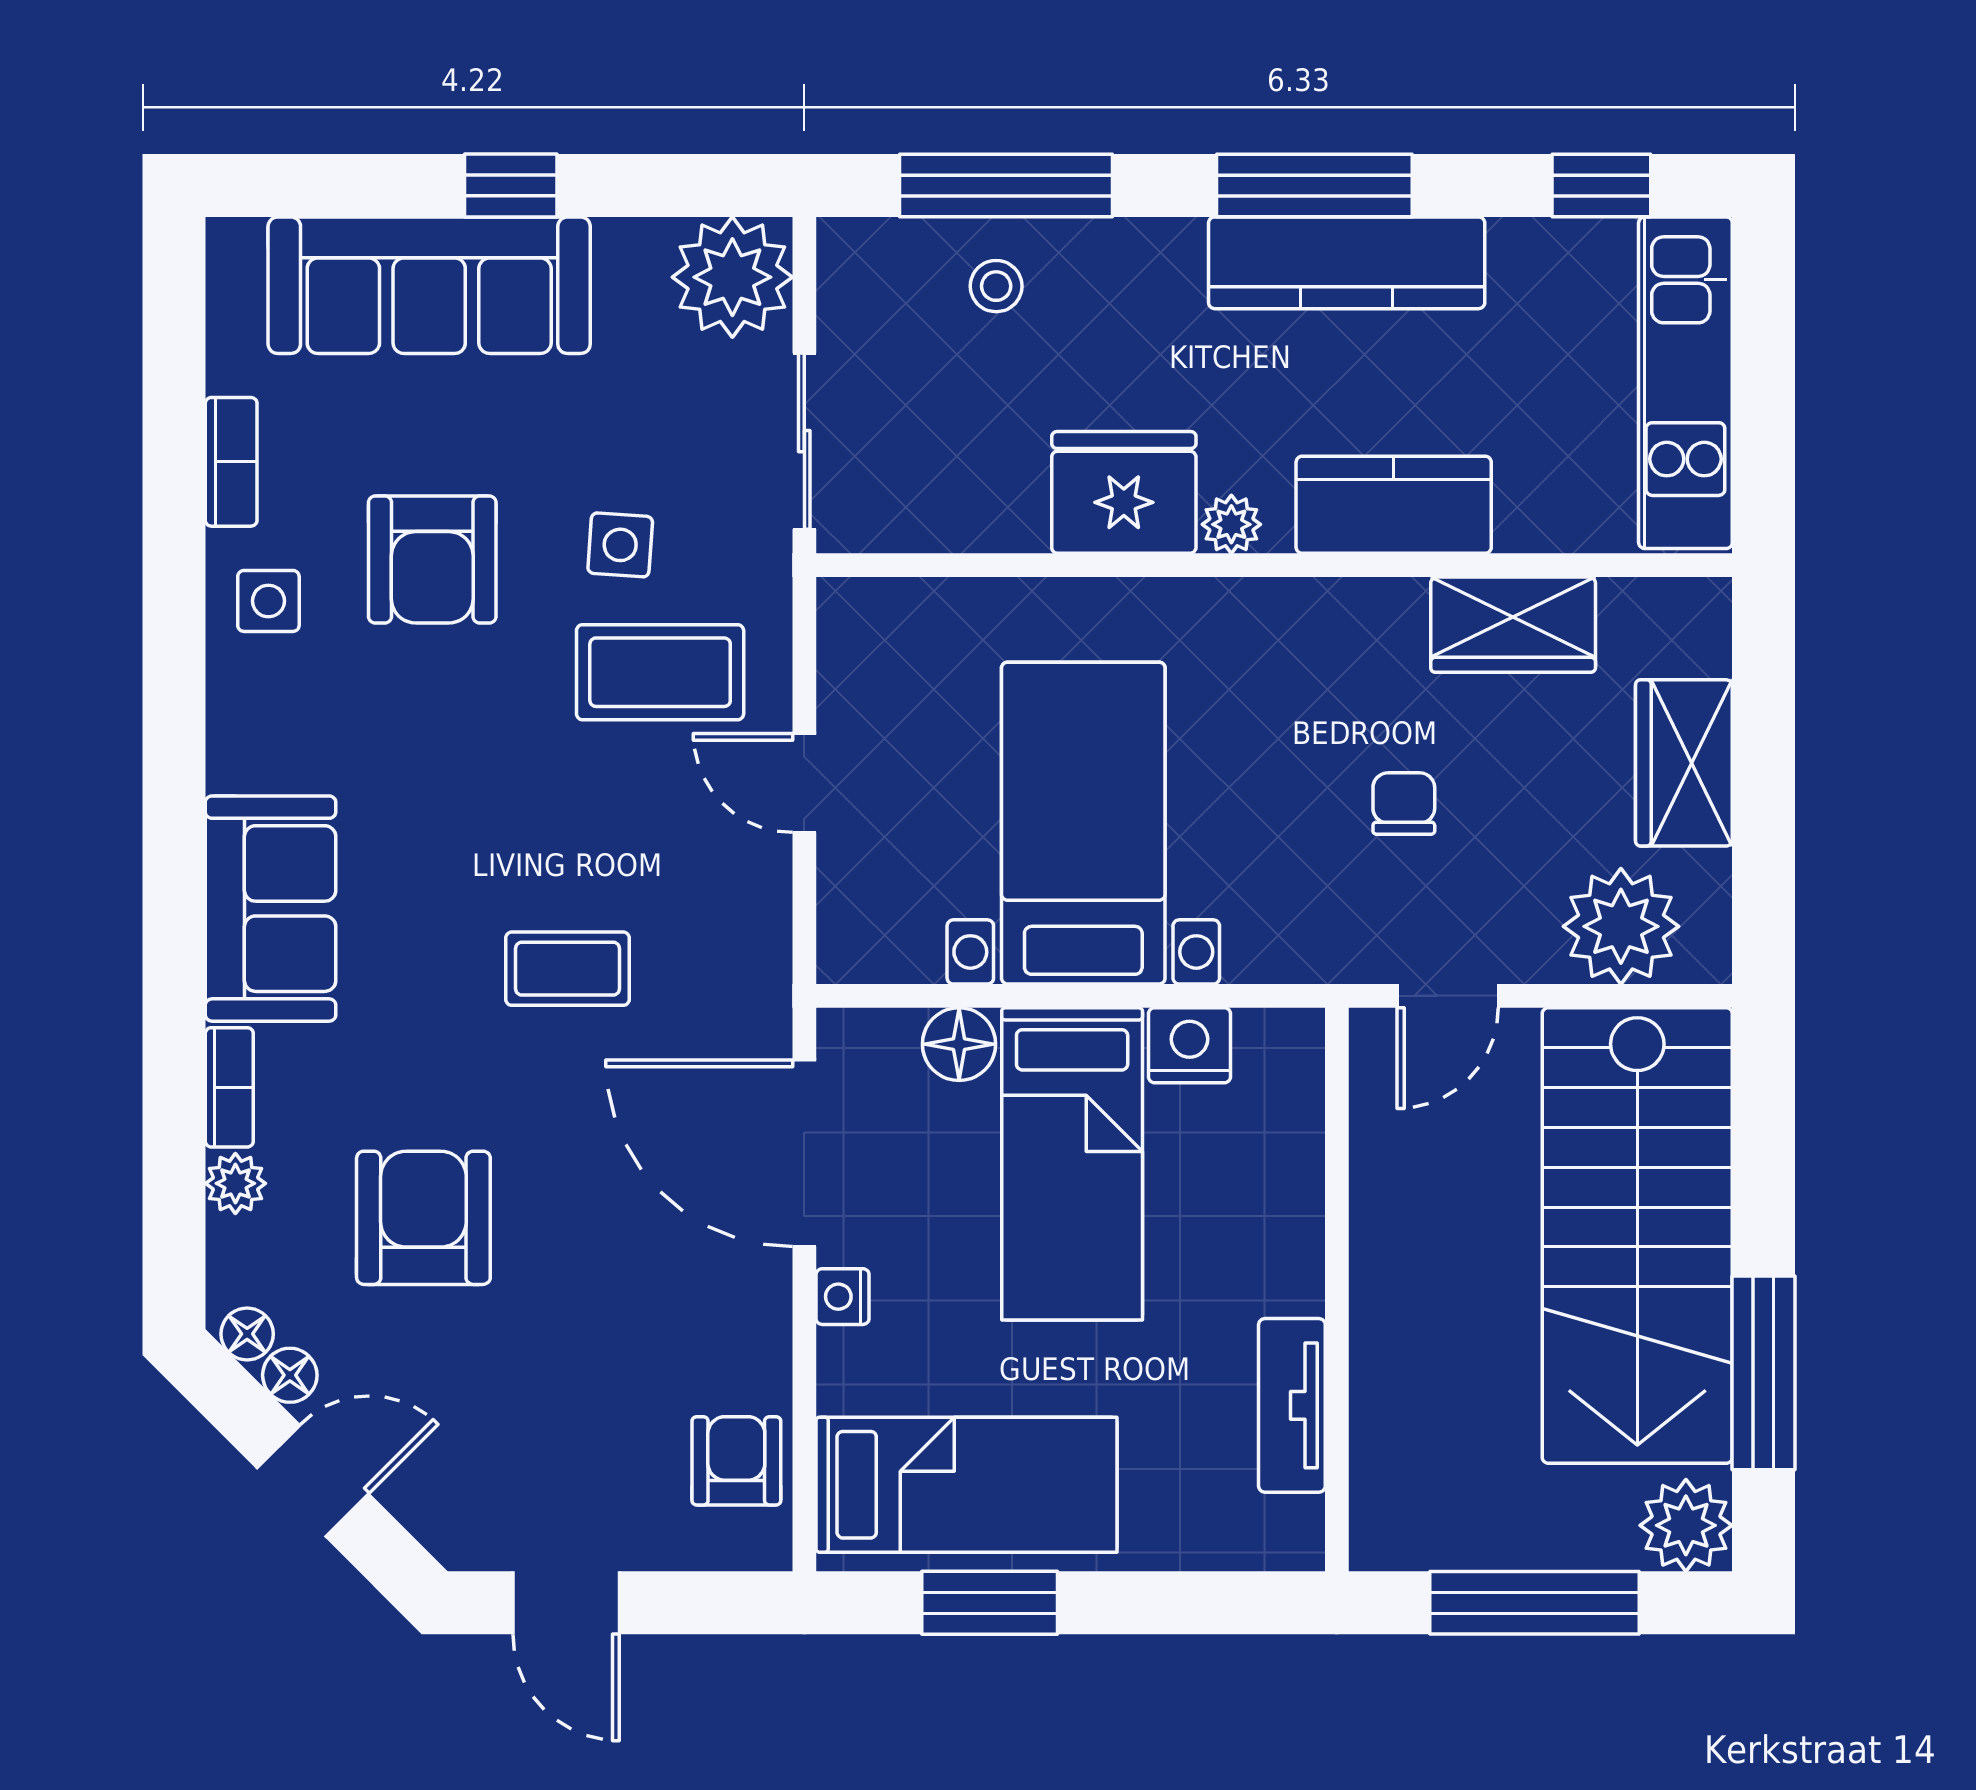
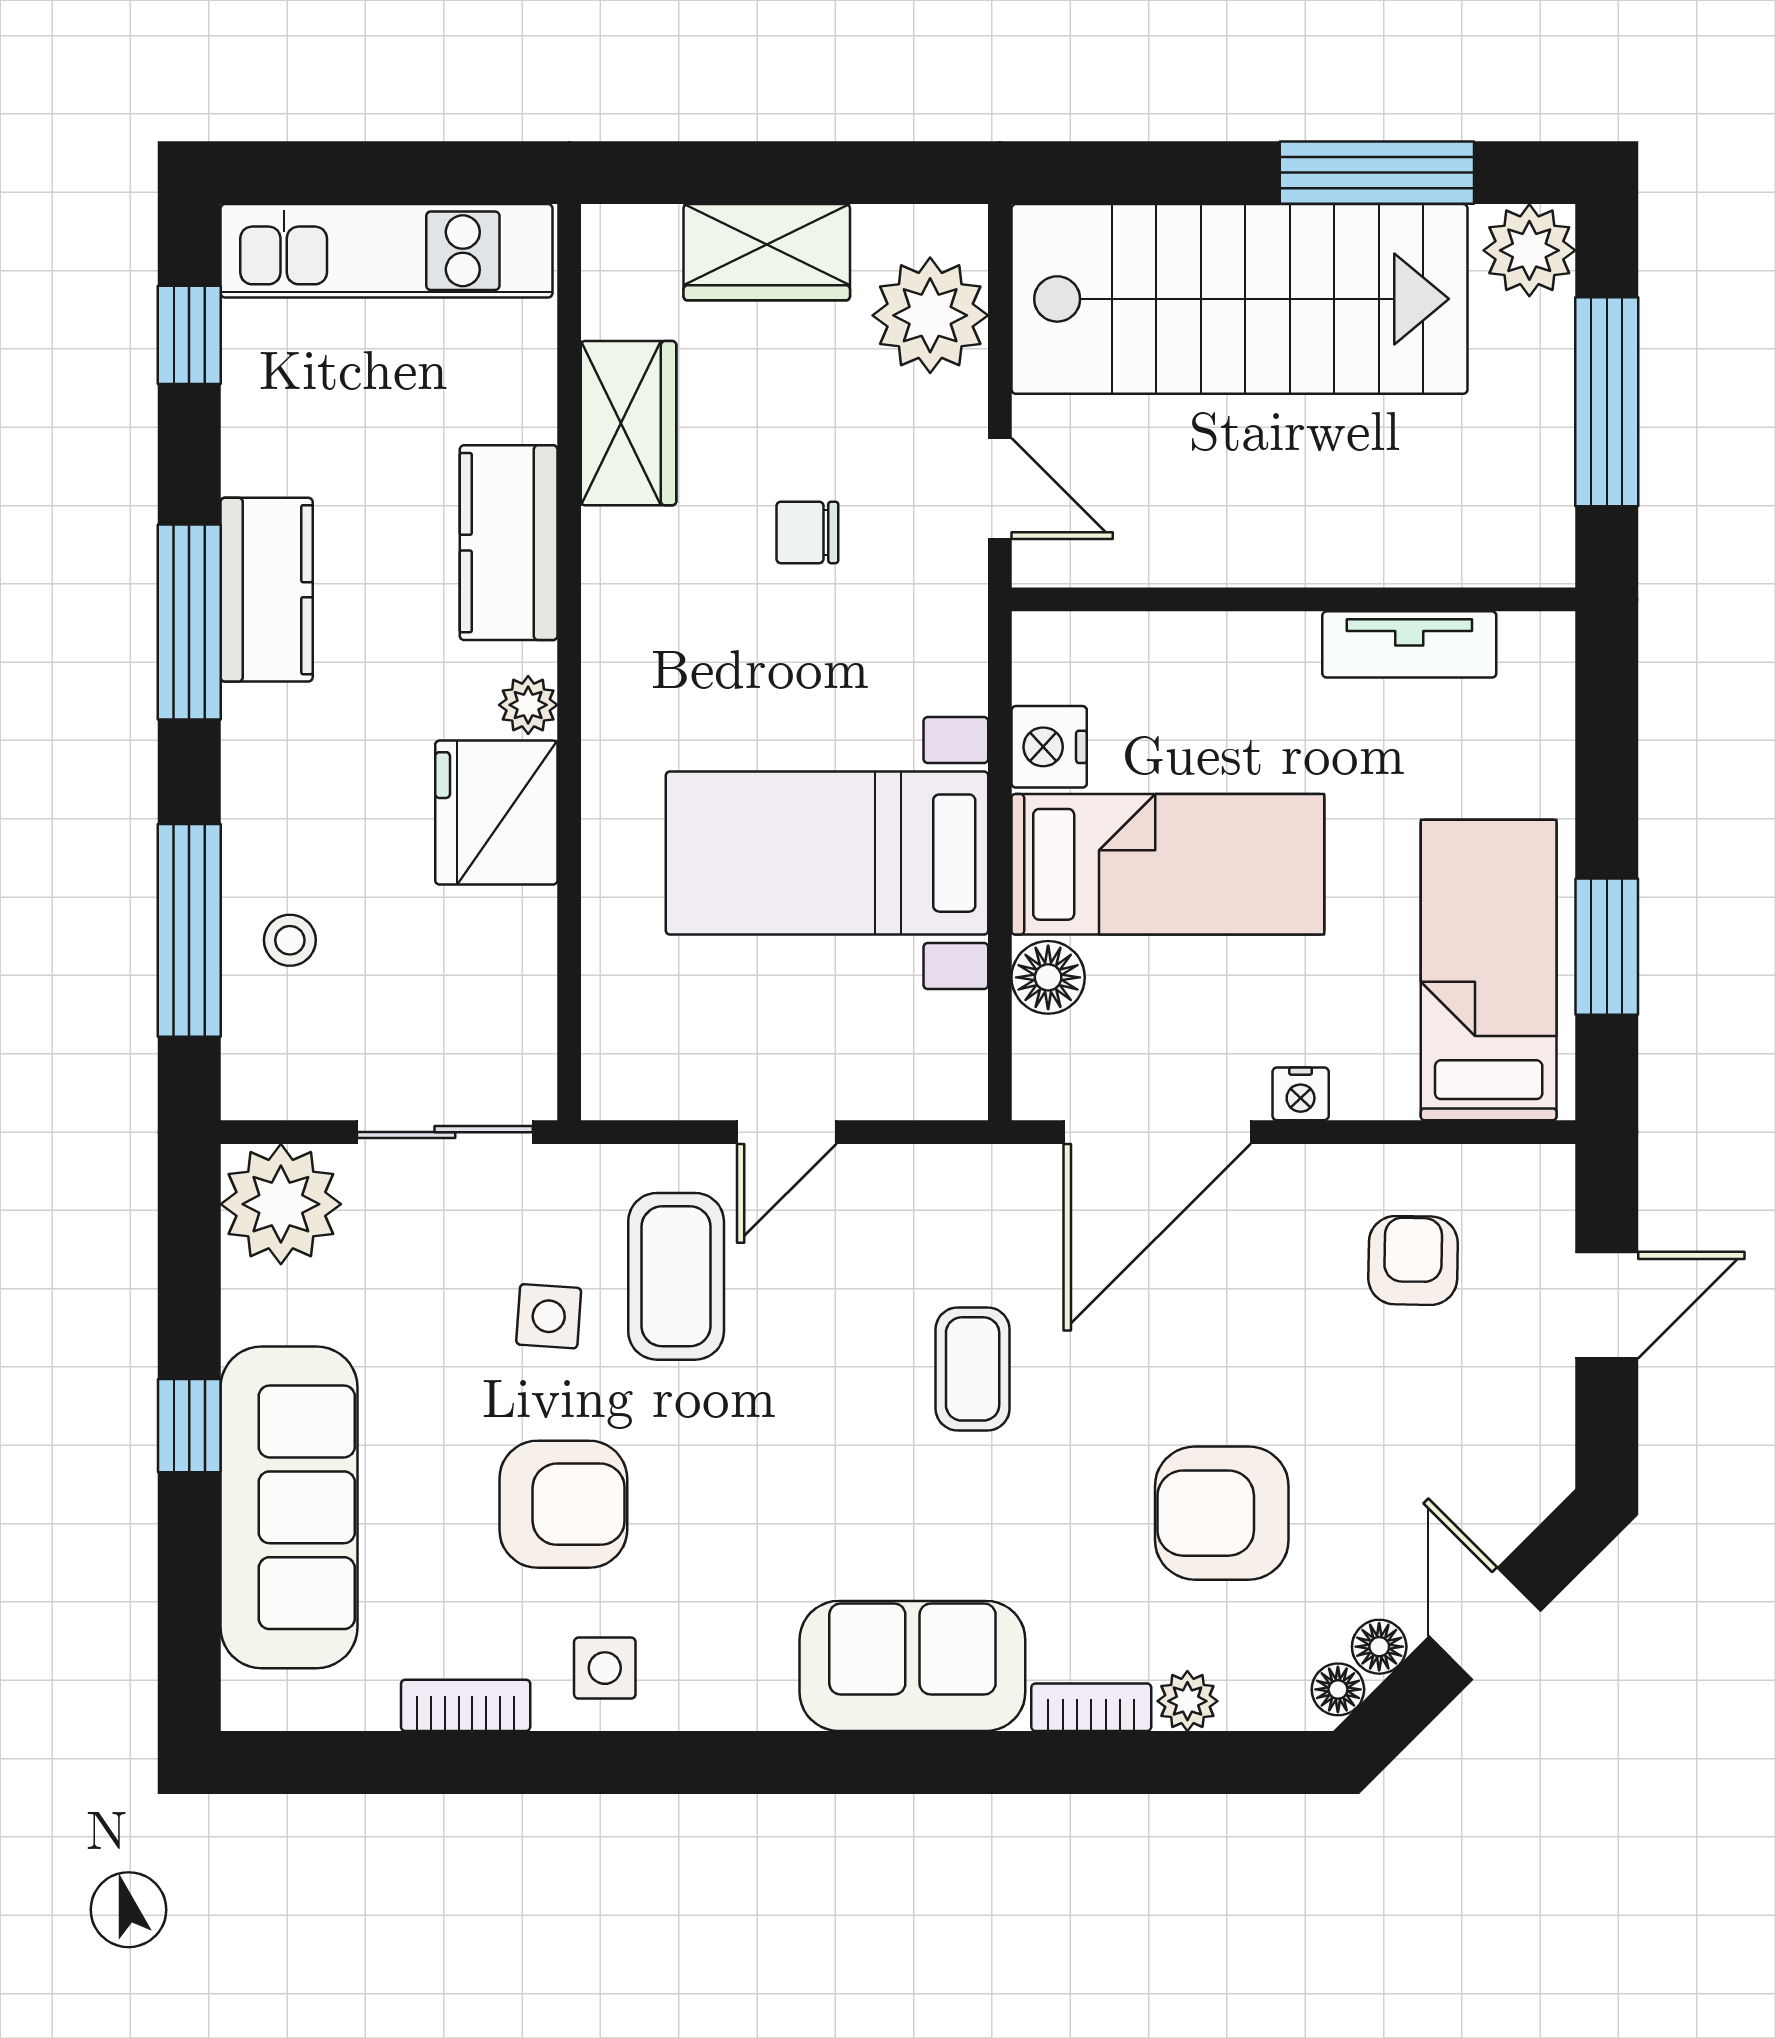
kitchen counter: (1347, 263) -> (267, 590), width x0.67
armchair: (736, 1461) -> (1413, 1260), moved, turned 91
door: (566, 1603) -> (1607, 1305), moved

